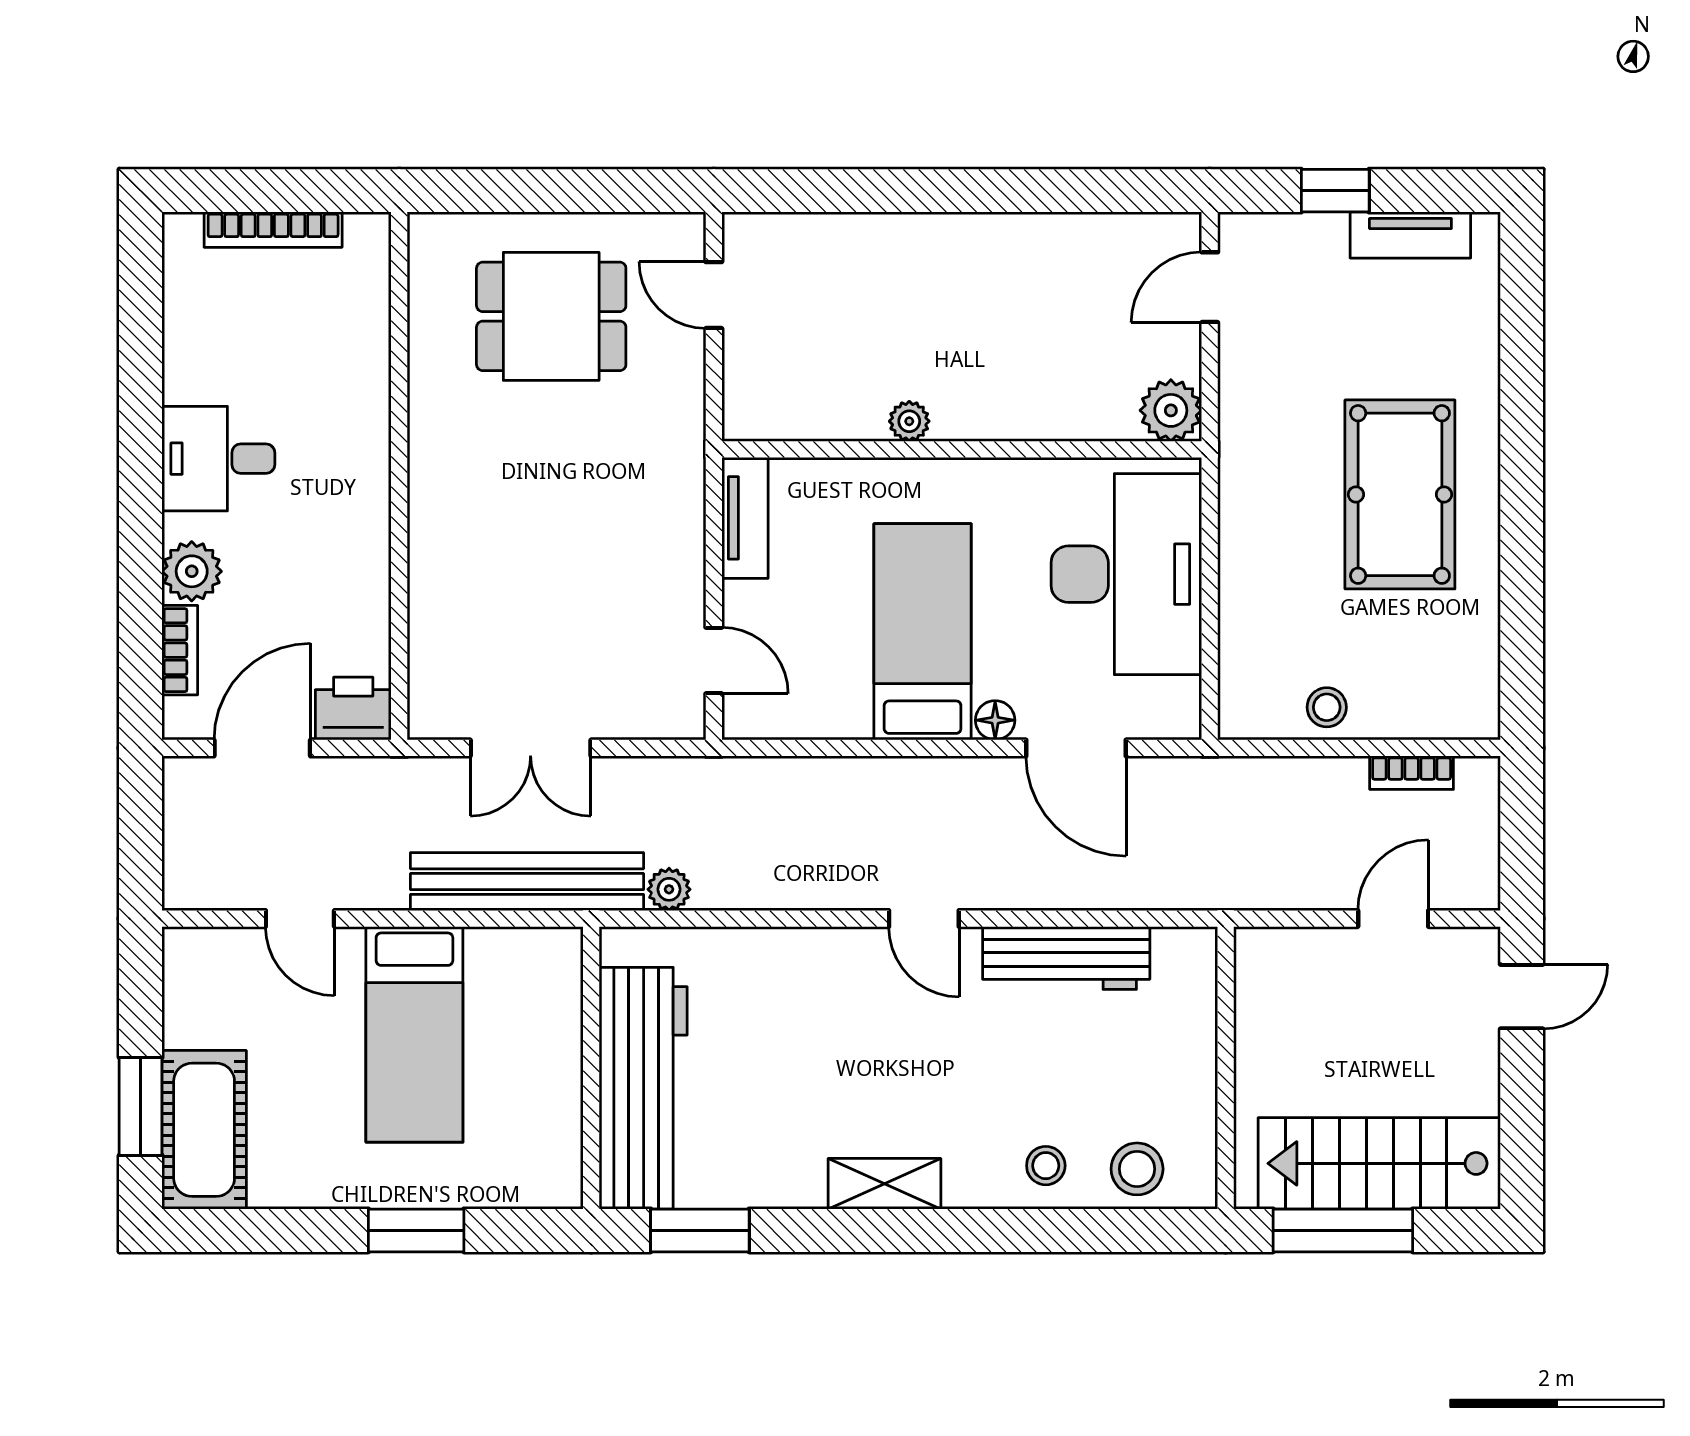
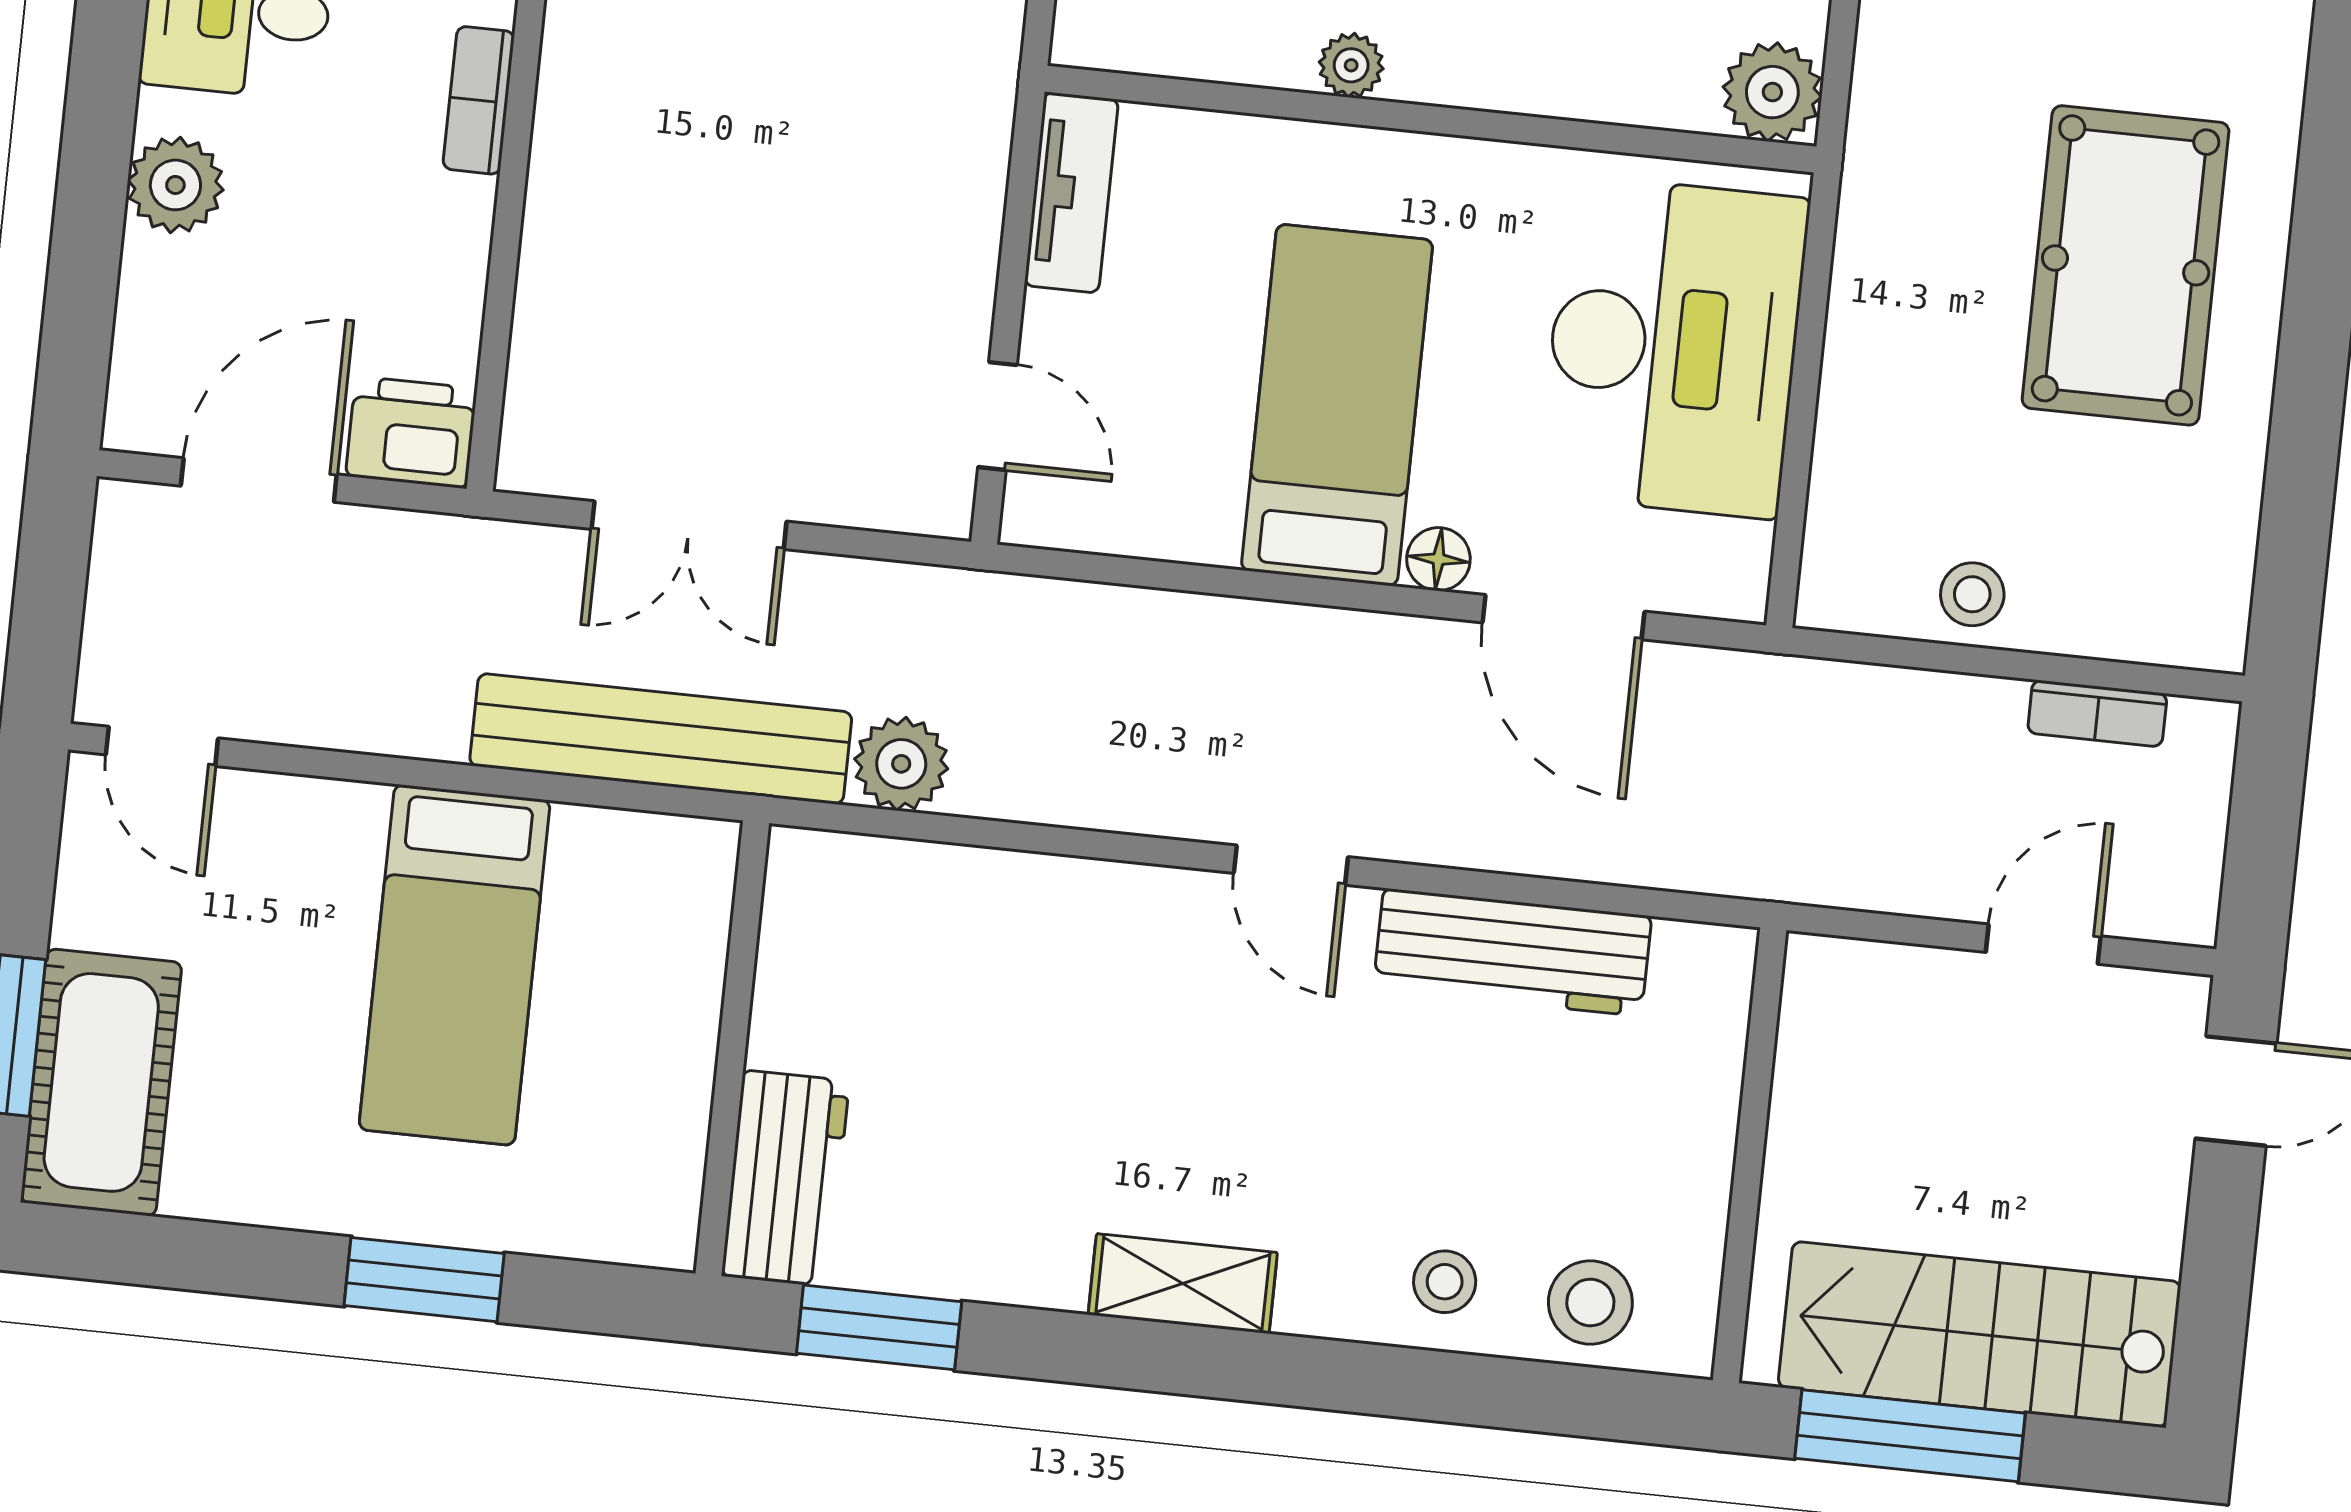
bookcase: (180, 650) -> (479, 100), moved, turned 180
plant: (669, 889) -> (901, 764), width x1.38, depth x1.38
door: (300, 919) -> (162, 746), moved
workbench: (643, 1088) -> (785, 1178), width x0.53, depth x0.76

